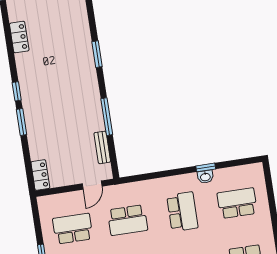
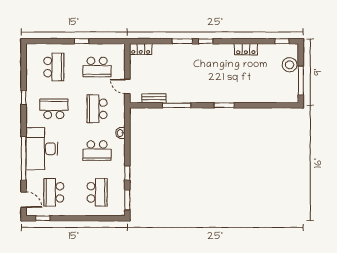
window: (241, 162) -> (127, 200), added
washbasin: (205, 177) -> (120, 133), moved
school desk: (73, 229) -> (97, 67), turned 90

